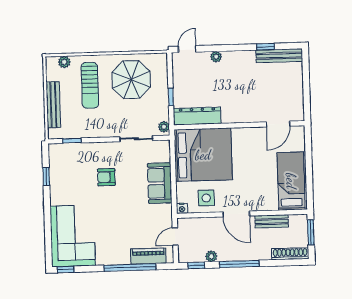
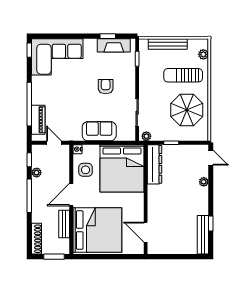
fireplace: (57, 169) -> (114, 45), added
bed: (291, 181) -> (97, 230), width x2.04

